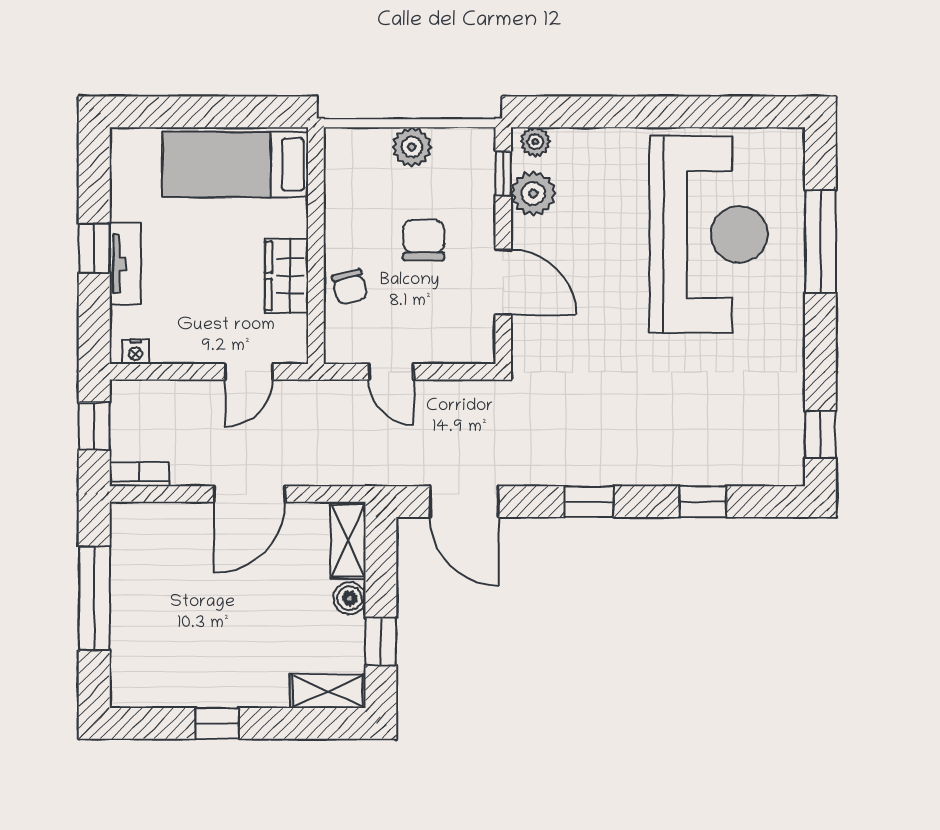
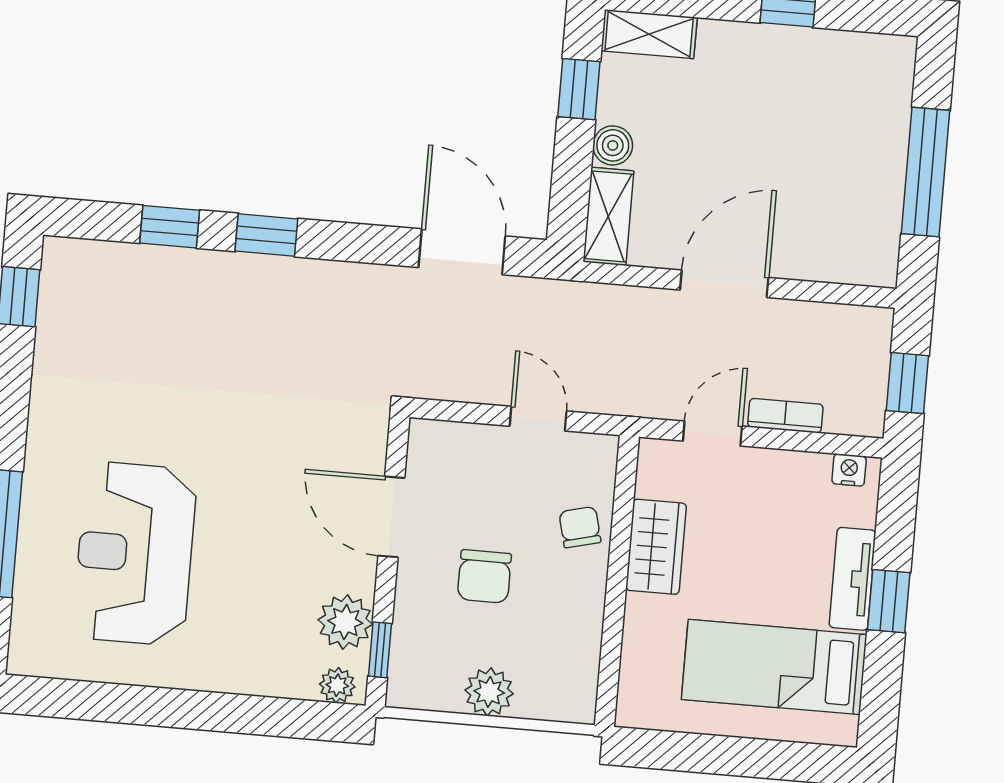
bed: (235, 165) -> (774, 667), moved, turned 180
reception desk: (708, 234) -> (135, 554), width x0.74, depth x0.77
bookcase: (139, 474) -> (785, 416), moved, turned 180
window: (589, 502) -> (266, 235), moved

